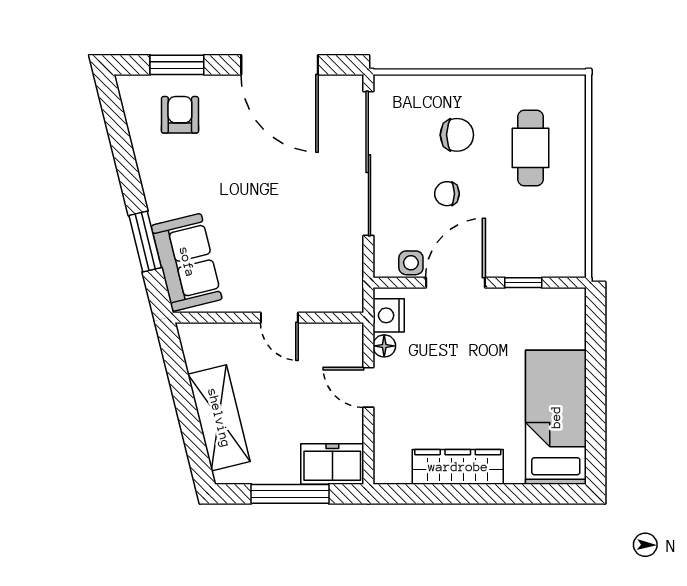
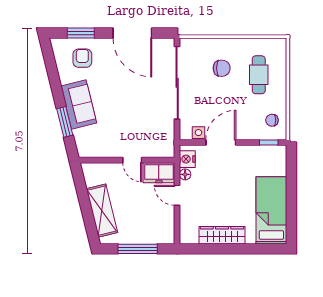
chair: (447, 194) -> (272, 120), moved
sofa: (187, 262) -> (79, 105), moved
window: (523, 283) -> (269, 143), moved
freezer: (332, 464) -> (159, 173), moved, turned 180

